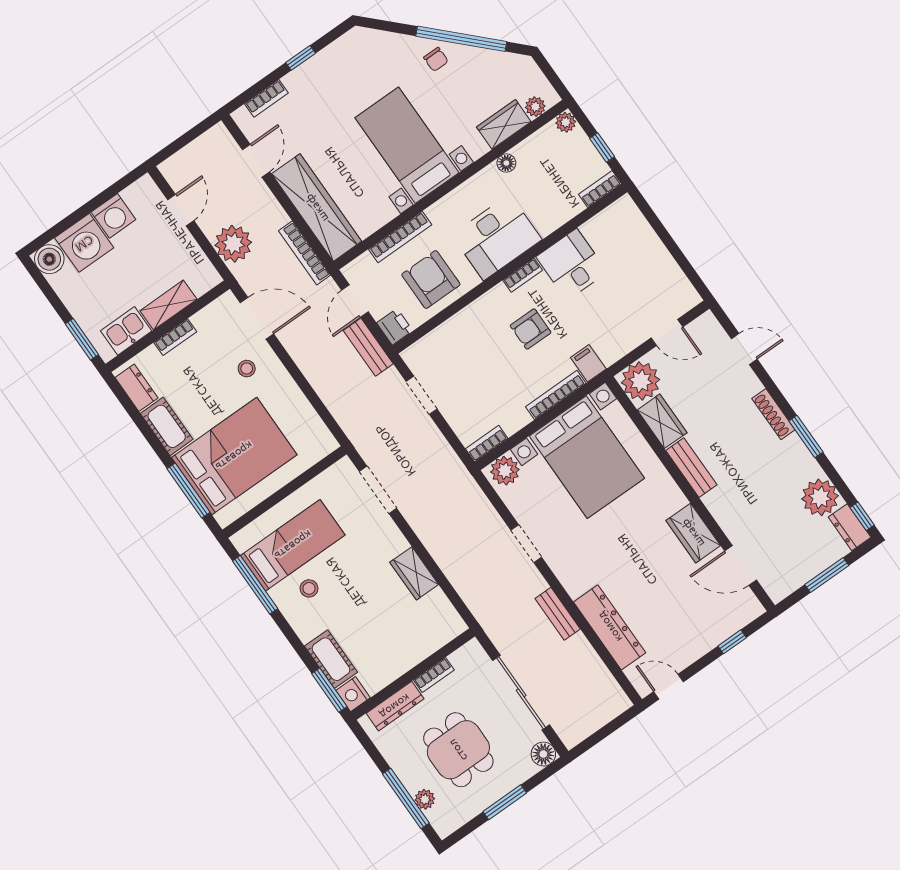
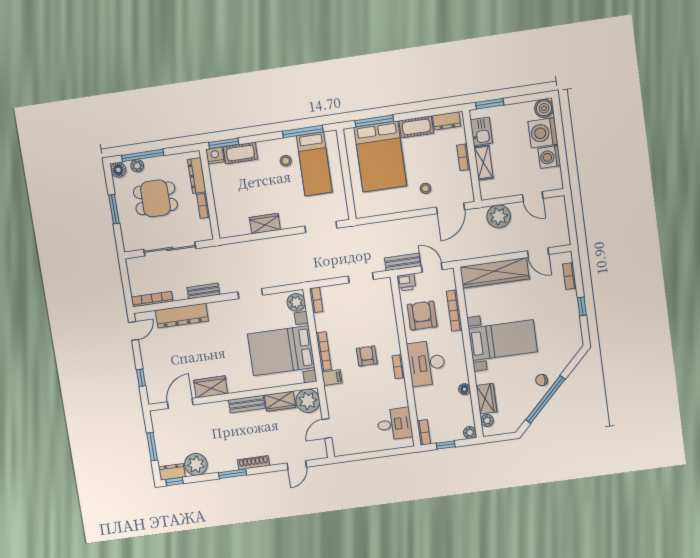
bookcase: (305, 253) -> (152, 299), moved
desk: (572, 264) -> (395, 424), moved
armchair: (431, 280) -> (422, 315), turned -90
floor lamp: (543, 754) -> (118, 170), moved

